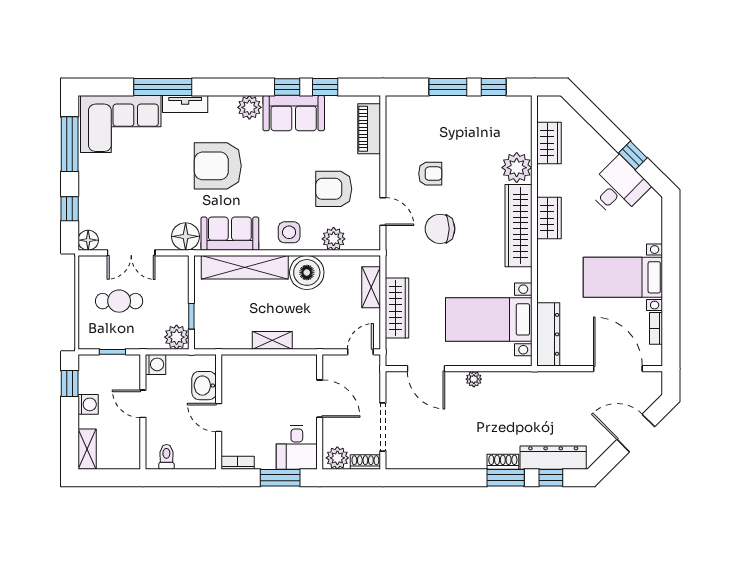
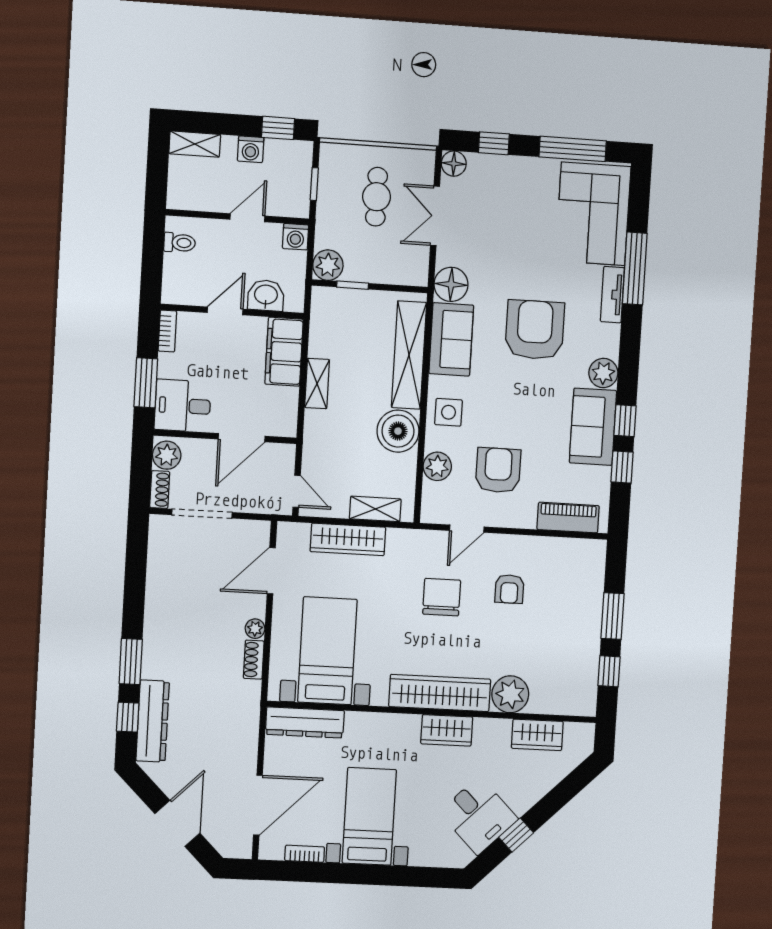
filing cabinet: (248, 368) -> (284, 352), added
shoe rack: (503, 462) -> (254, 660), moved, turned 180

